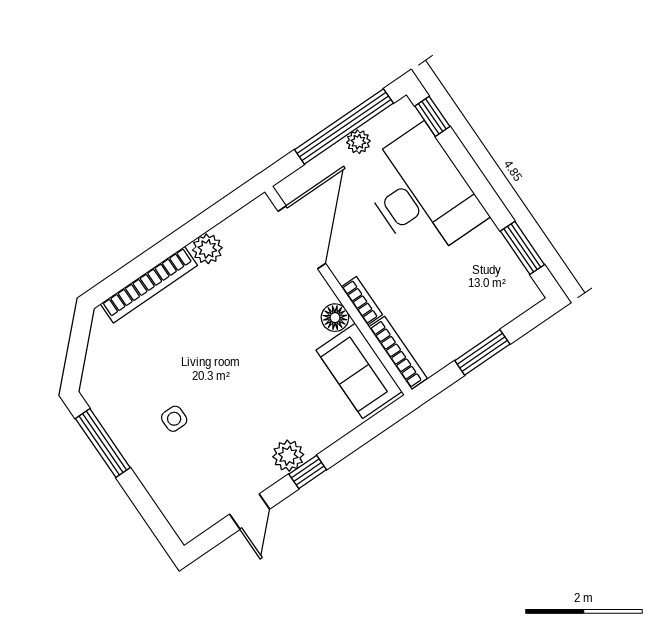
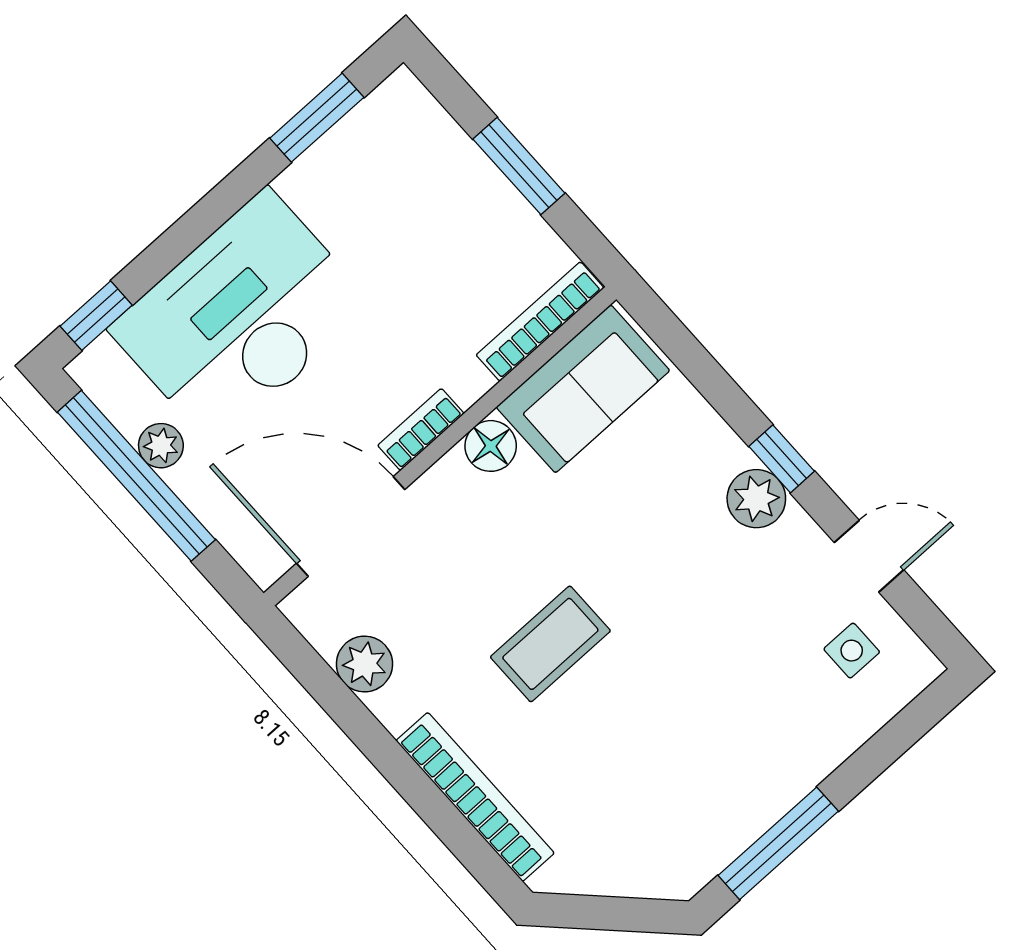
plant: (207, 249) -> (365, 664), moved
bookcase: (362, 301) -> (421, 429), moved
coffee table: (225, 336) -> (550, 644), added
side table: (174, 419) -> (852, 651), moved

